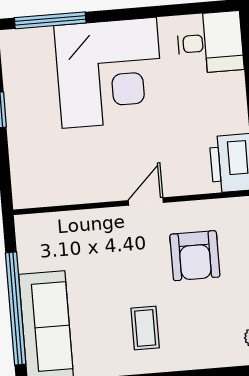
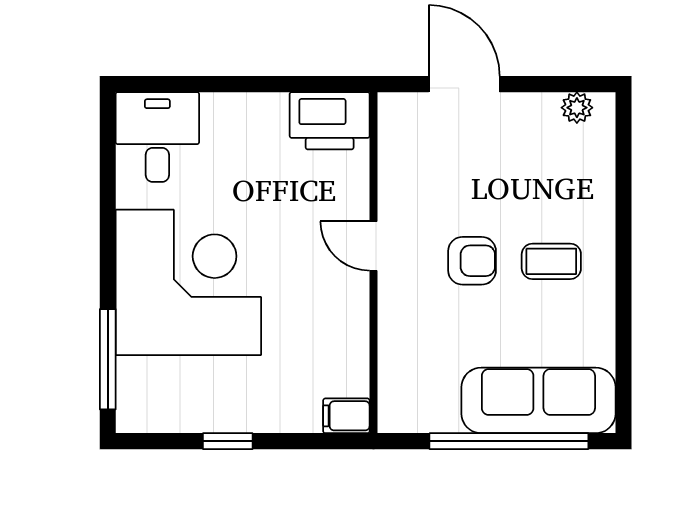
filing cabinet: (24, 192) -> (346, 416), added
armchair: (195, 256) -> (472, 261), moved, width x0.72, depth x0.72

